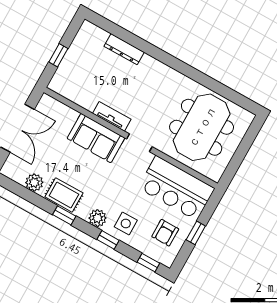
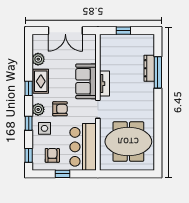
window: (135, 41) -> (158, 72), added
armchair: (112, 190) -> (60, 109), added
armchair: (165, 233) -> (52, 155), turned 90

